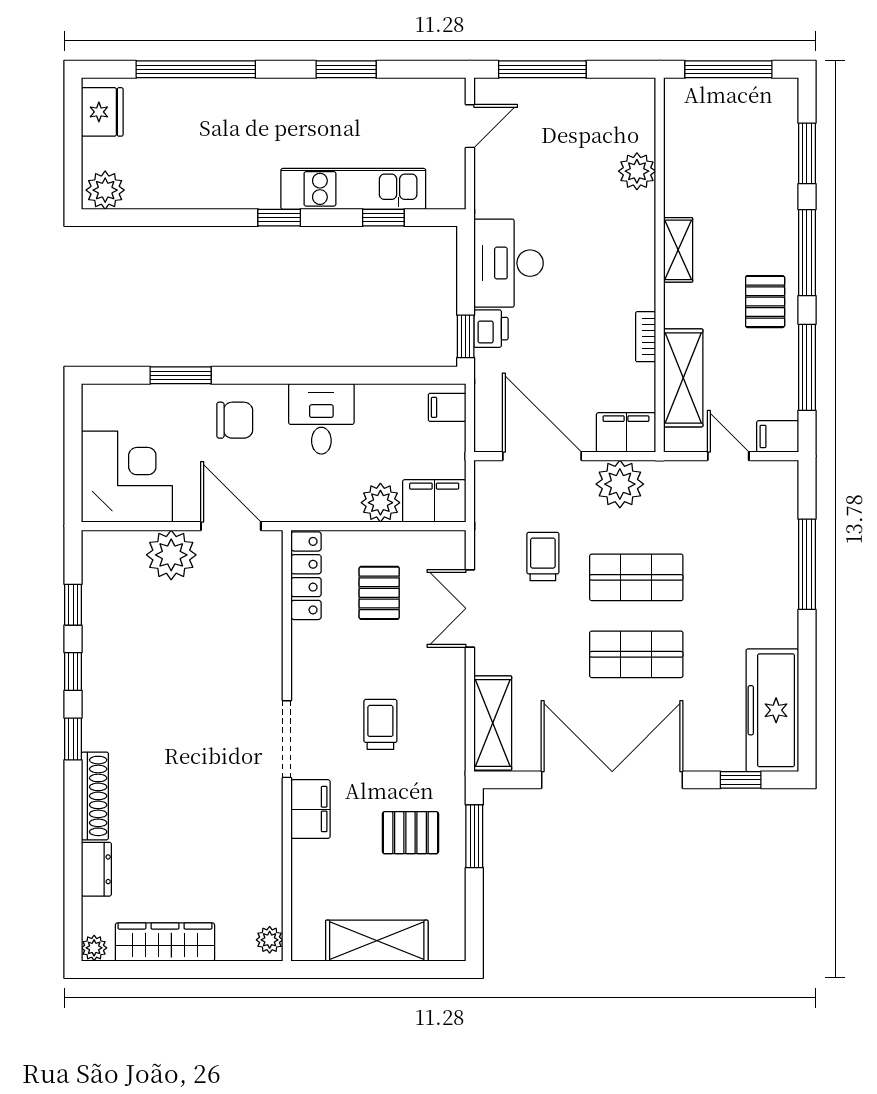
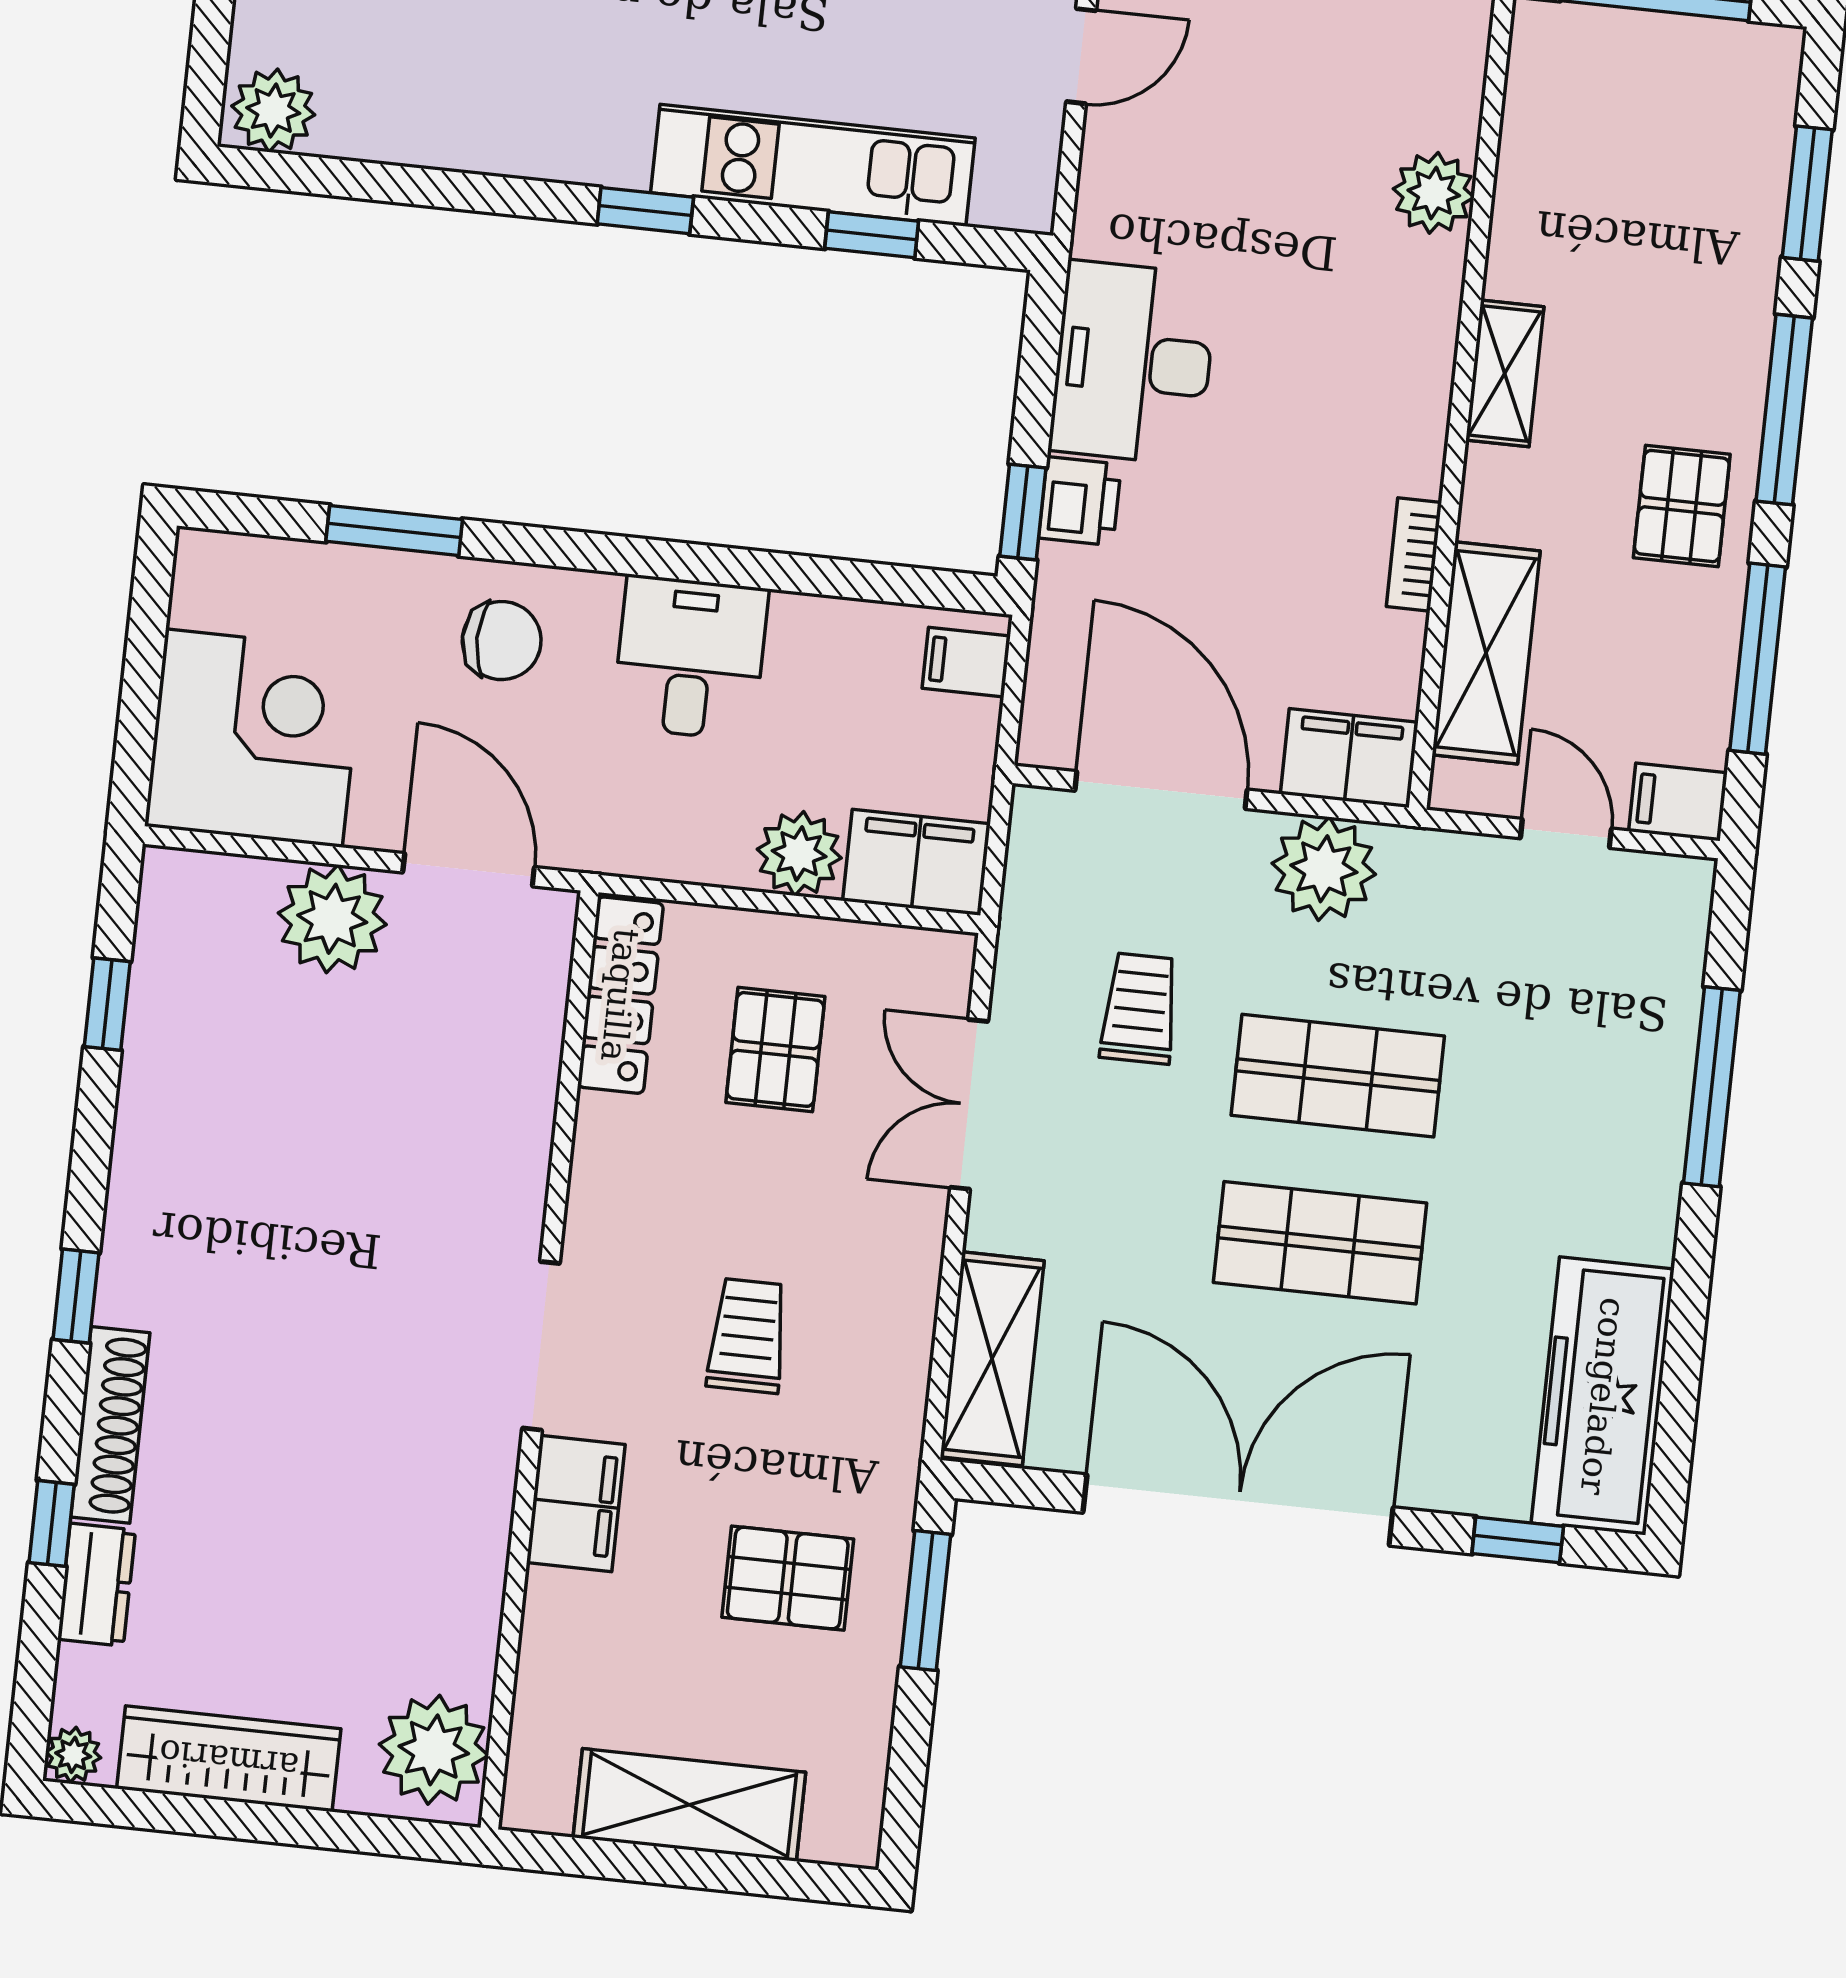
window: (73, 672) -> (52, 1523), moved
plant: (270, 940) -> (434, 1750), width x1.88, depth x1.88

